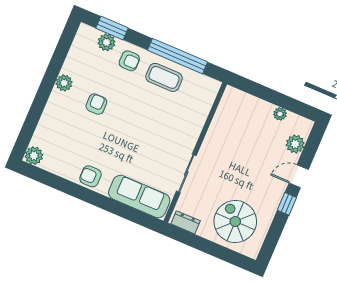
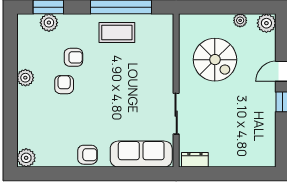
armchair: (129, 61) -> (73, 57), moved
plant: (295, 144) -> (266, 23), moved
armchair: (90, 176) -> (87, 155), turned 180
spiral stairs: (235, 221) -> (215, 60), moved, turned 180

